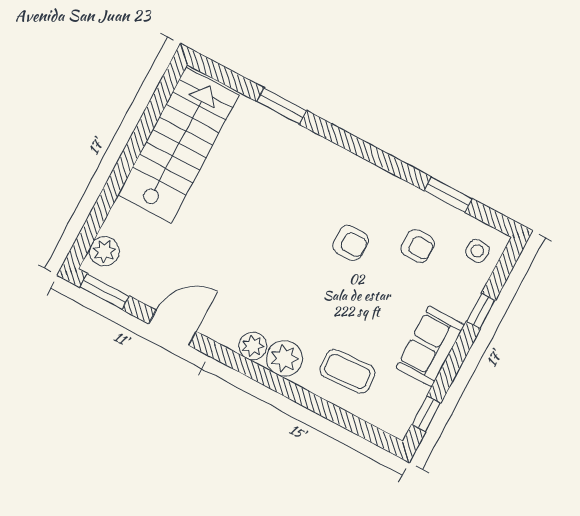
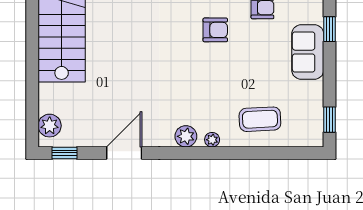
window: (105, 292) -> (64, 153), width x0.67
sofa: (430, 346) -> (308, 52), moved
plant: (284, 358) -> (212, 140), width x0.53, depth x0.53

